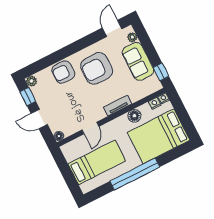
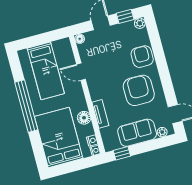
tv unit: (118, 106) -> (100, 114), moved

